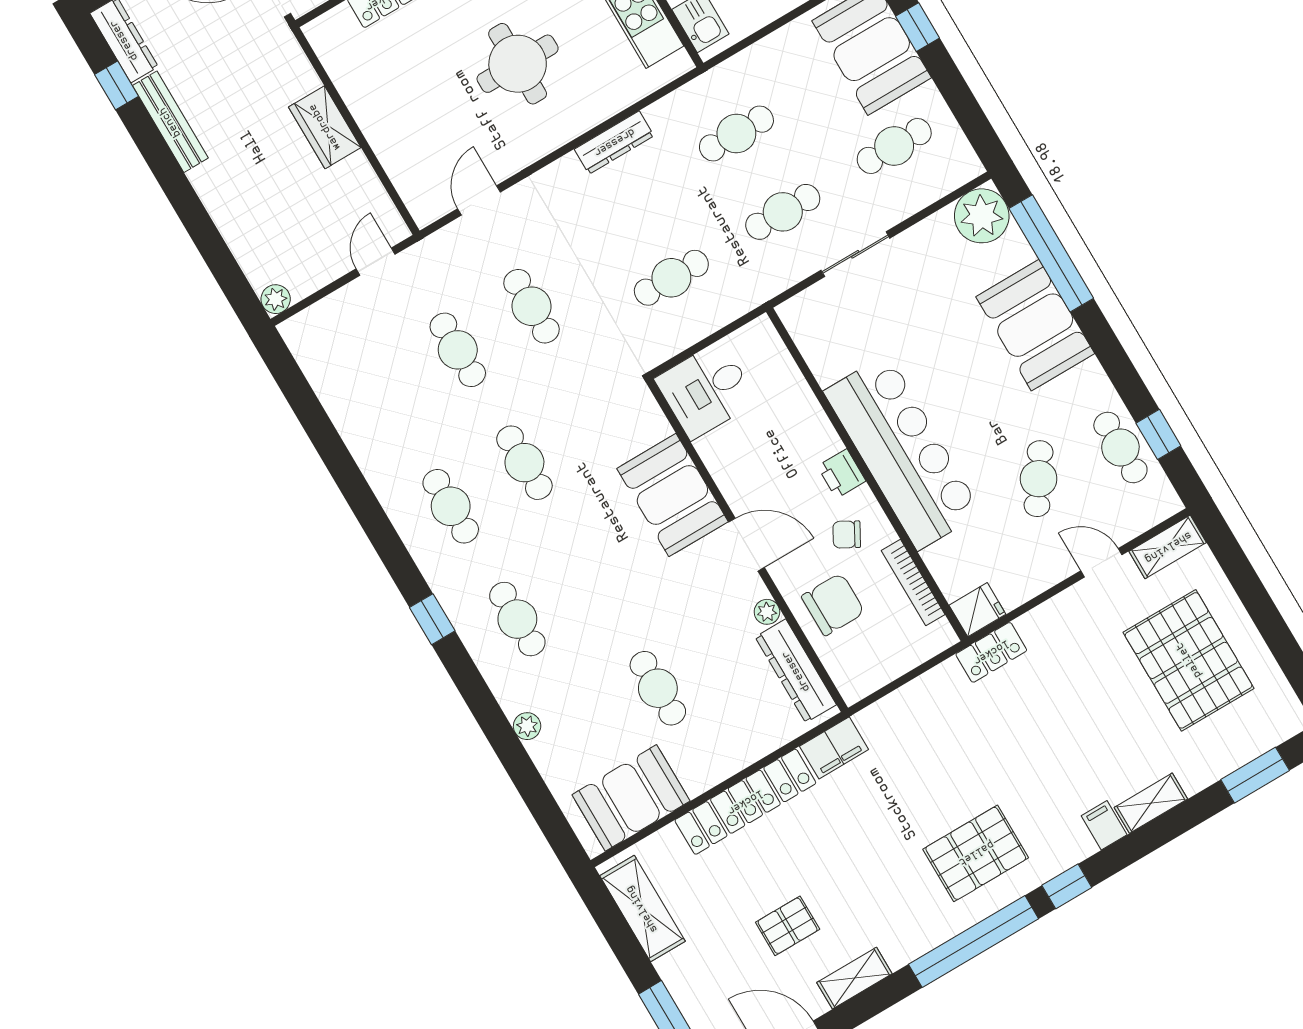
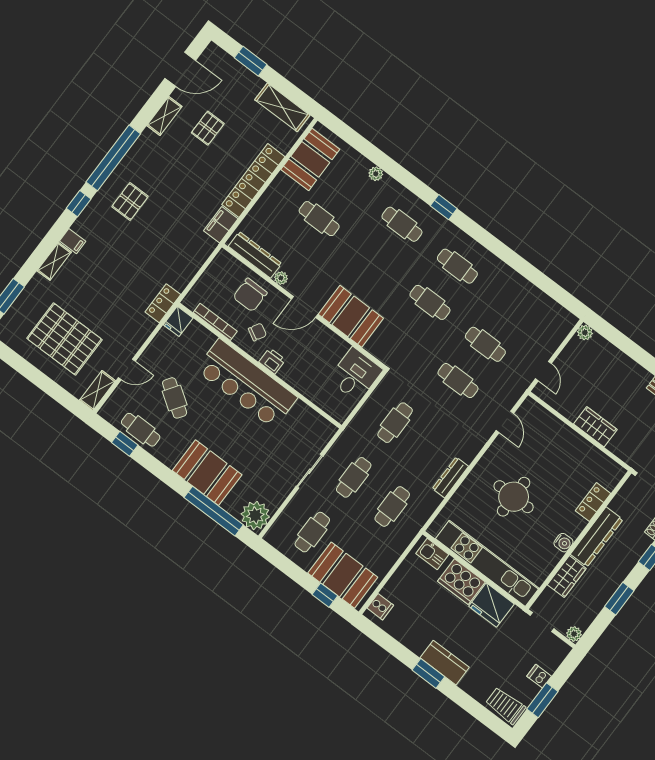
pallet: (976, 853) -> (130, 202), width x0.67, depth x0.71

